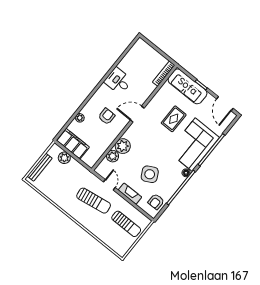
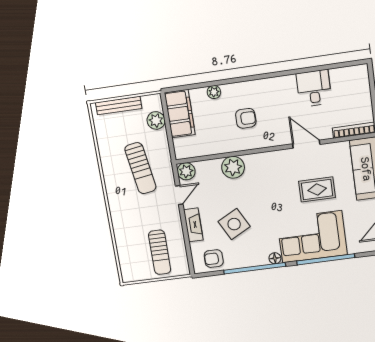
desk: (118, 81) -> (314, 88), moved
door: (137, 114) -> (306, 144), moved
plant: (113, 156) -> (186, 171), moved
sun lounger: (94, 201) -> (140, 168), moved

